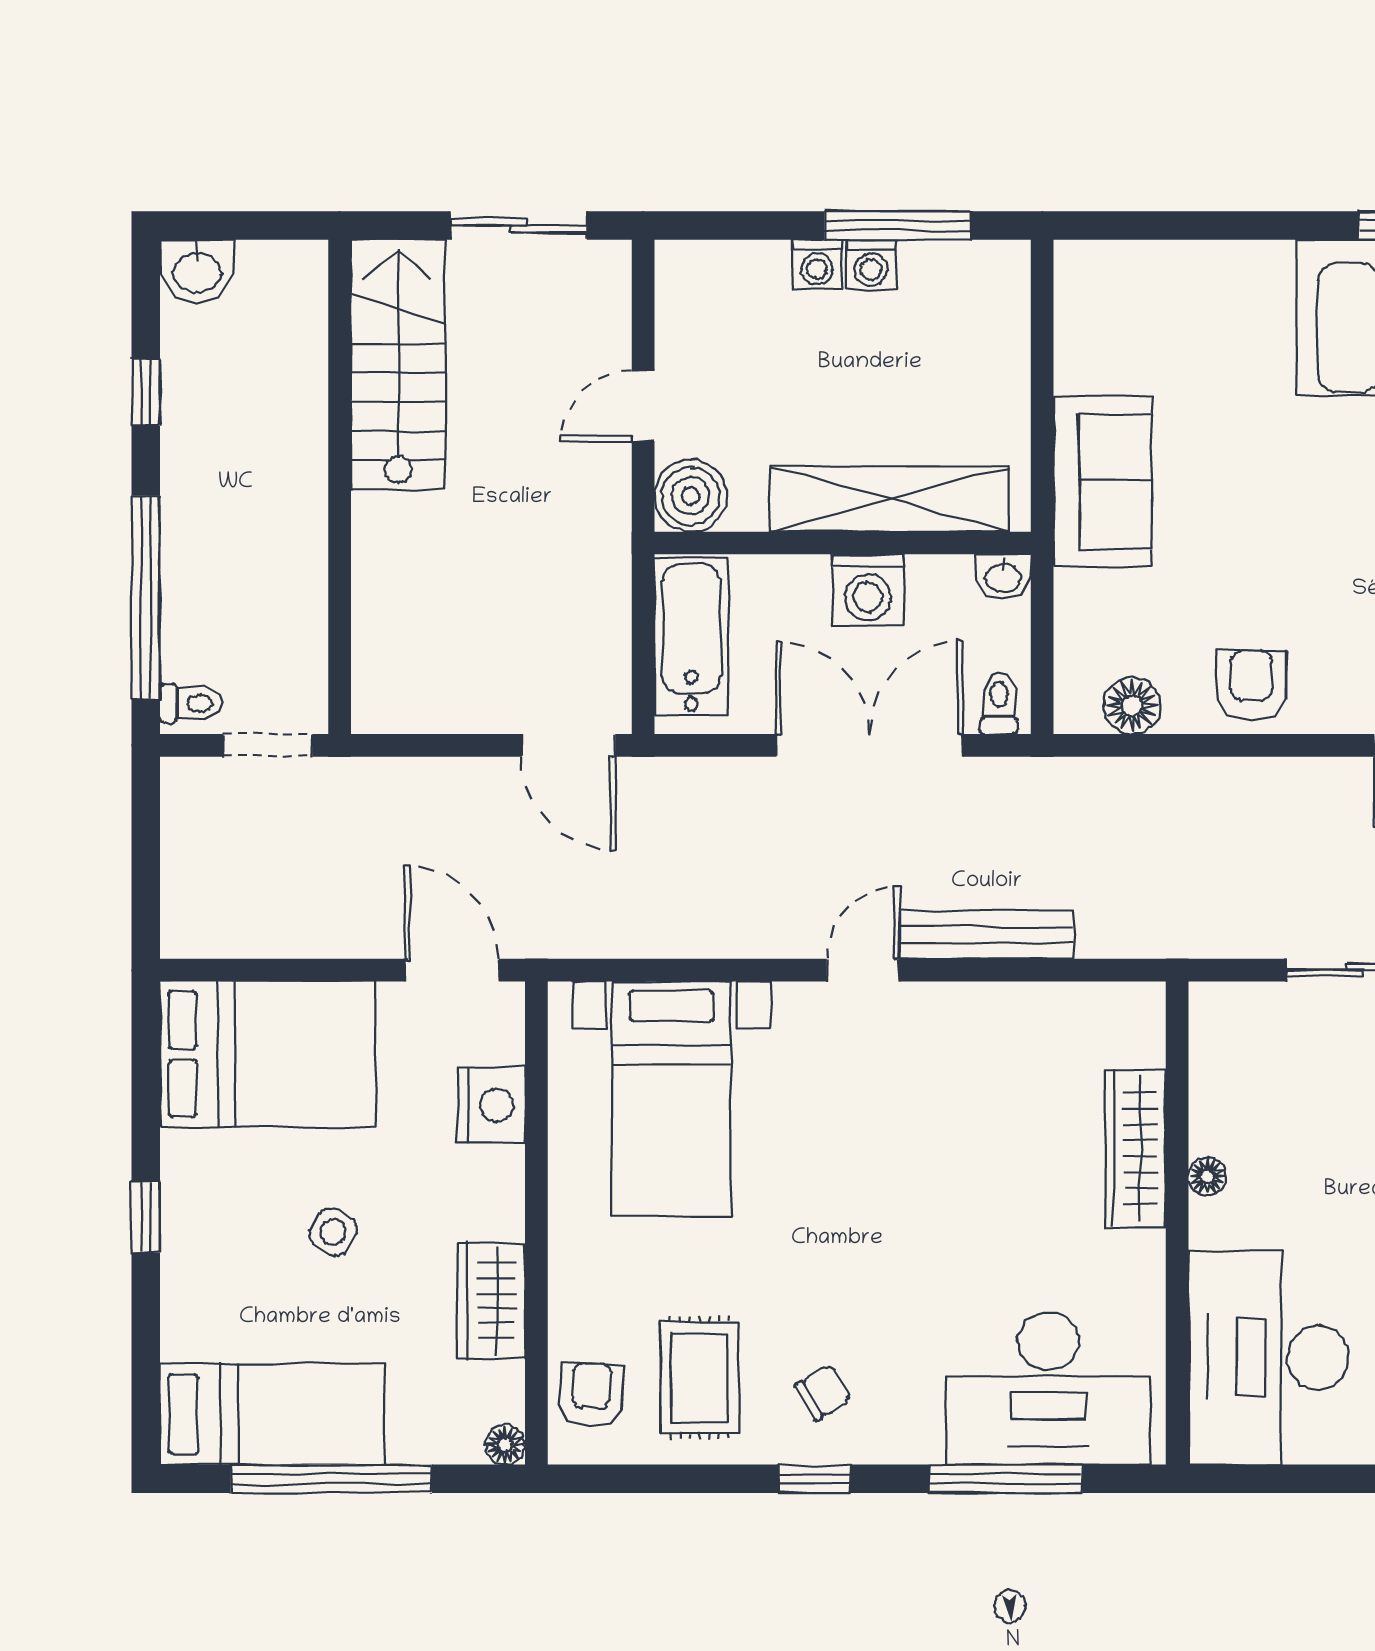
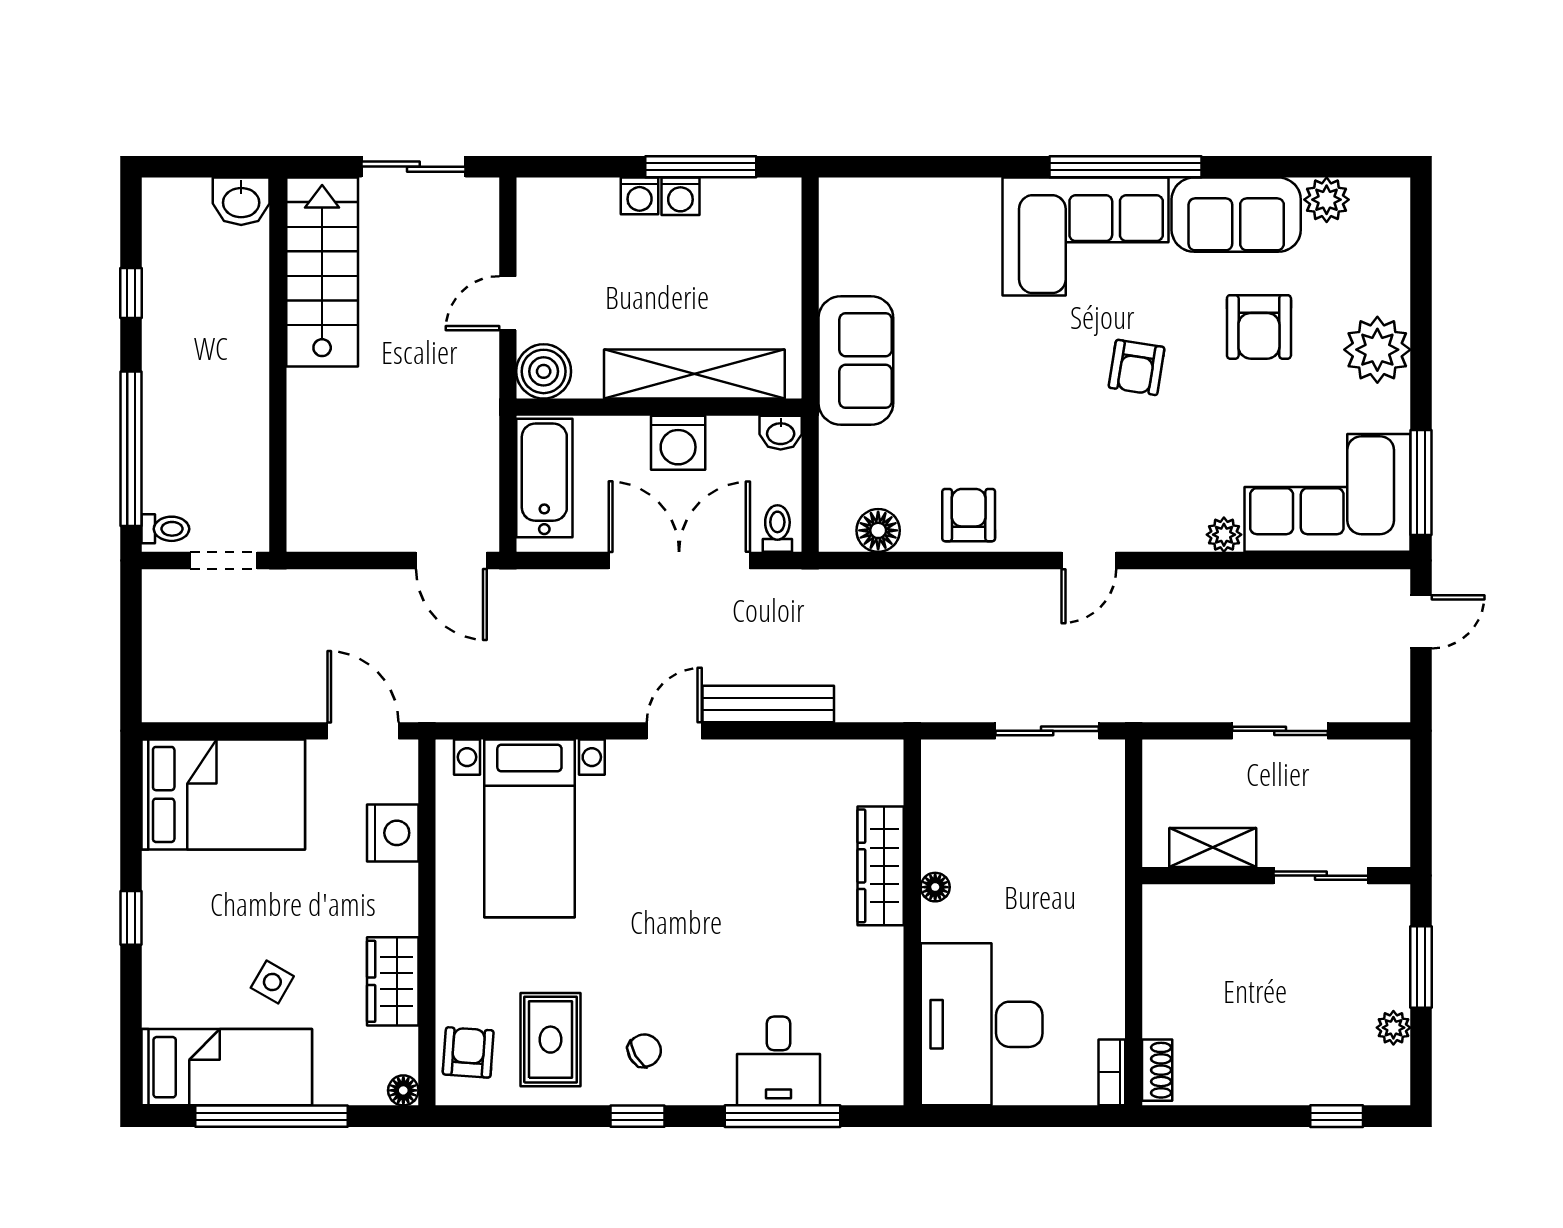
washbasin: (197, 271) -> (241, 201), moved
side table: (333, 1232) -> (272, 982), moved
desk: (1048, 1388) -> (779, 1061), width x0.53, depth x0.77

